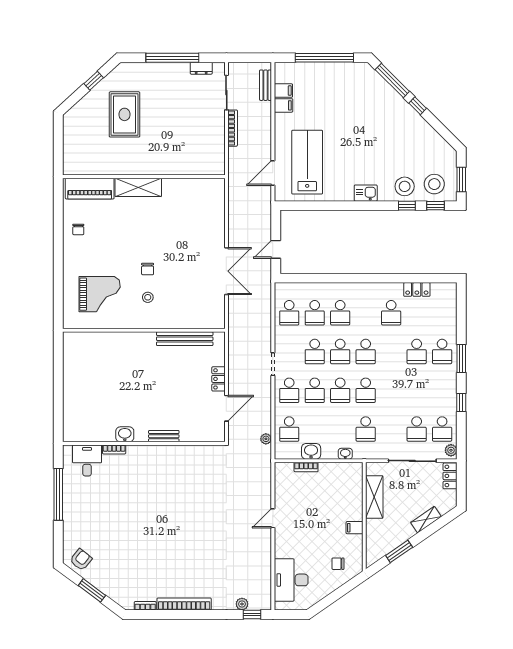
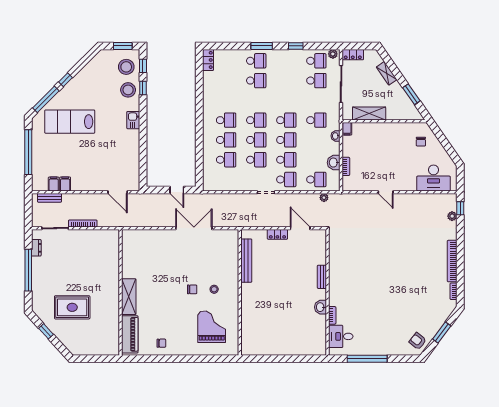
lab bench: (307, 162) -> (70, 122), moved
locker: (417, 289) -> (208, 60), moved
school desk: (289, 313) -> (226, 179), removed
school desk: (391, 313) -> (226, 120), moved
filing cabinet: (354, 528) -> (347, 129), moved

